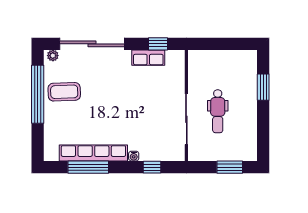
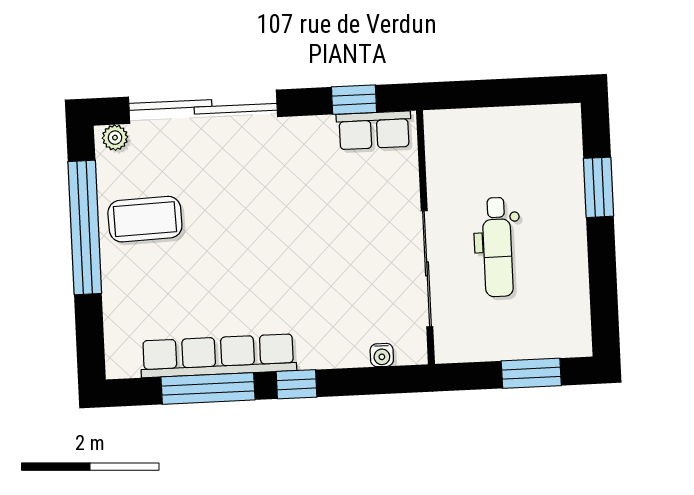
row of seats: (148, 58) -> (374, 130), moved
water cooler: (134, 156) -> (382, 355), moved
window: (152, 167) -> (297, 384), moved

